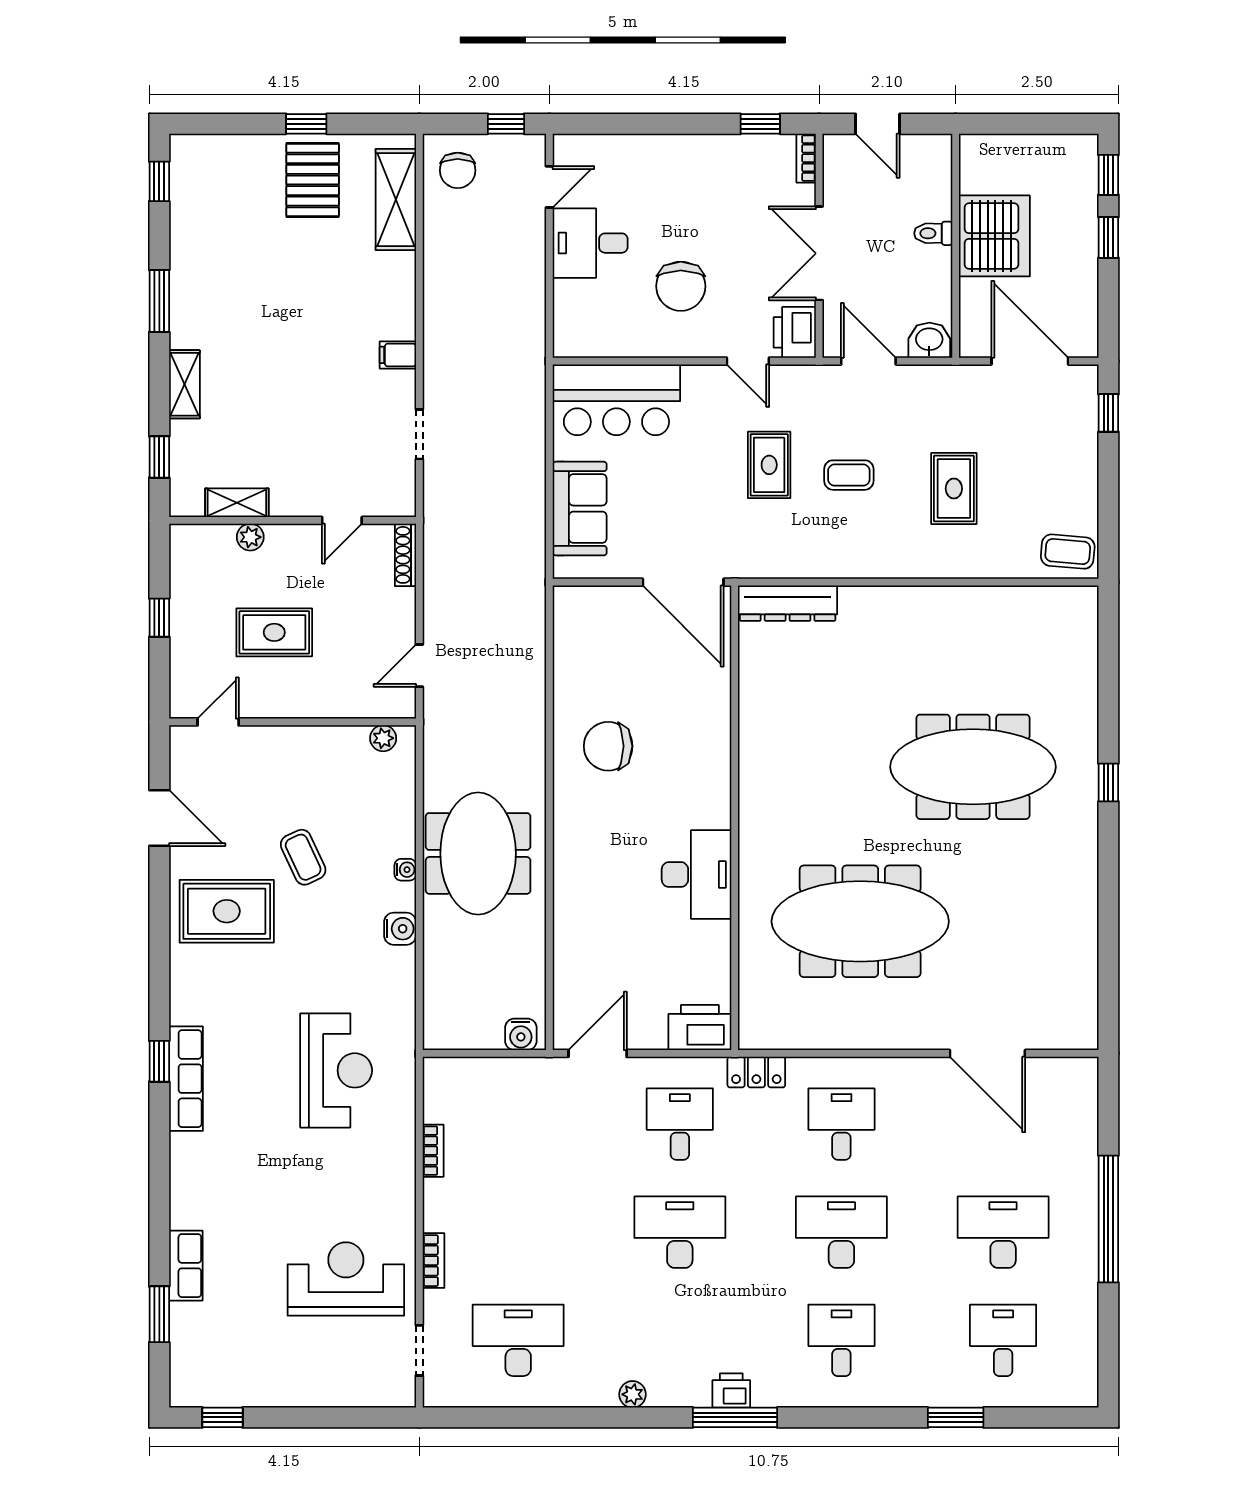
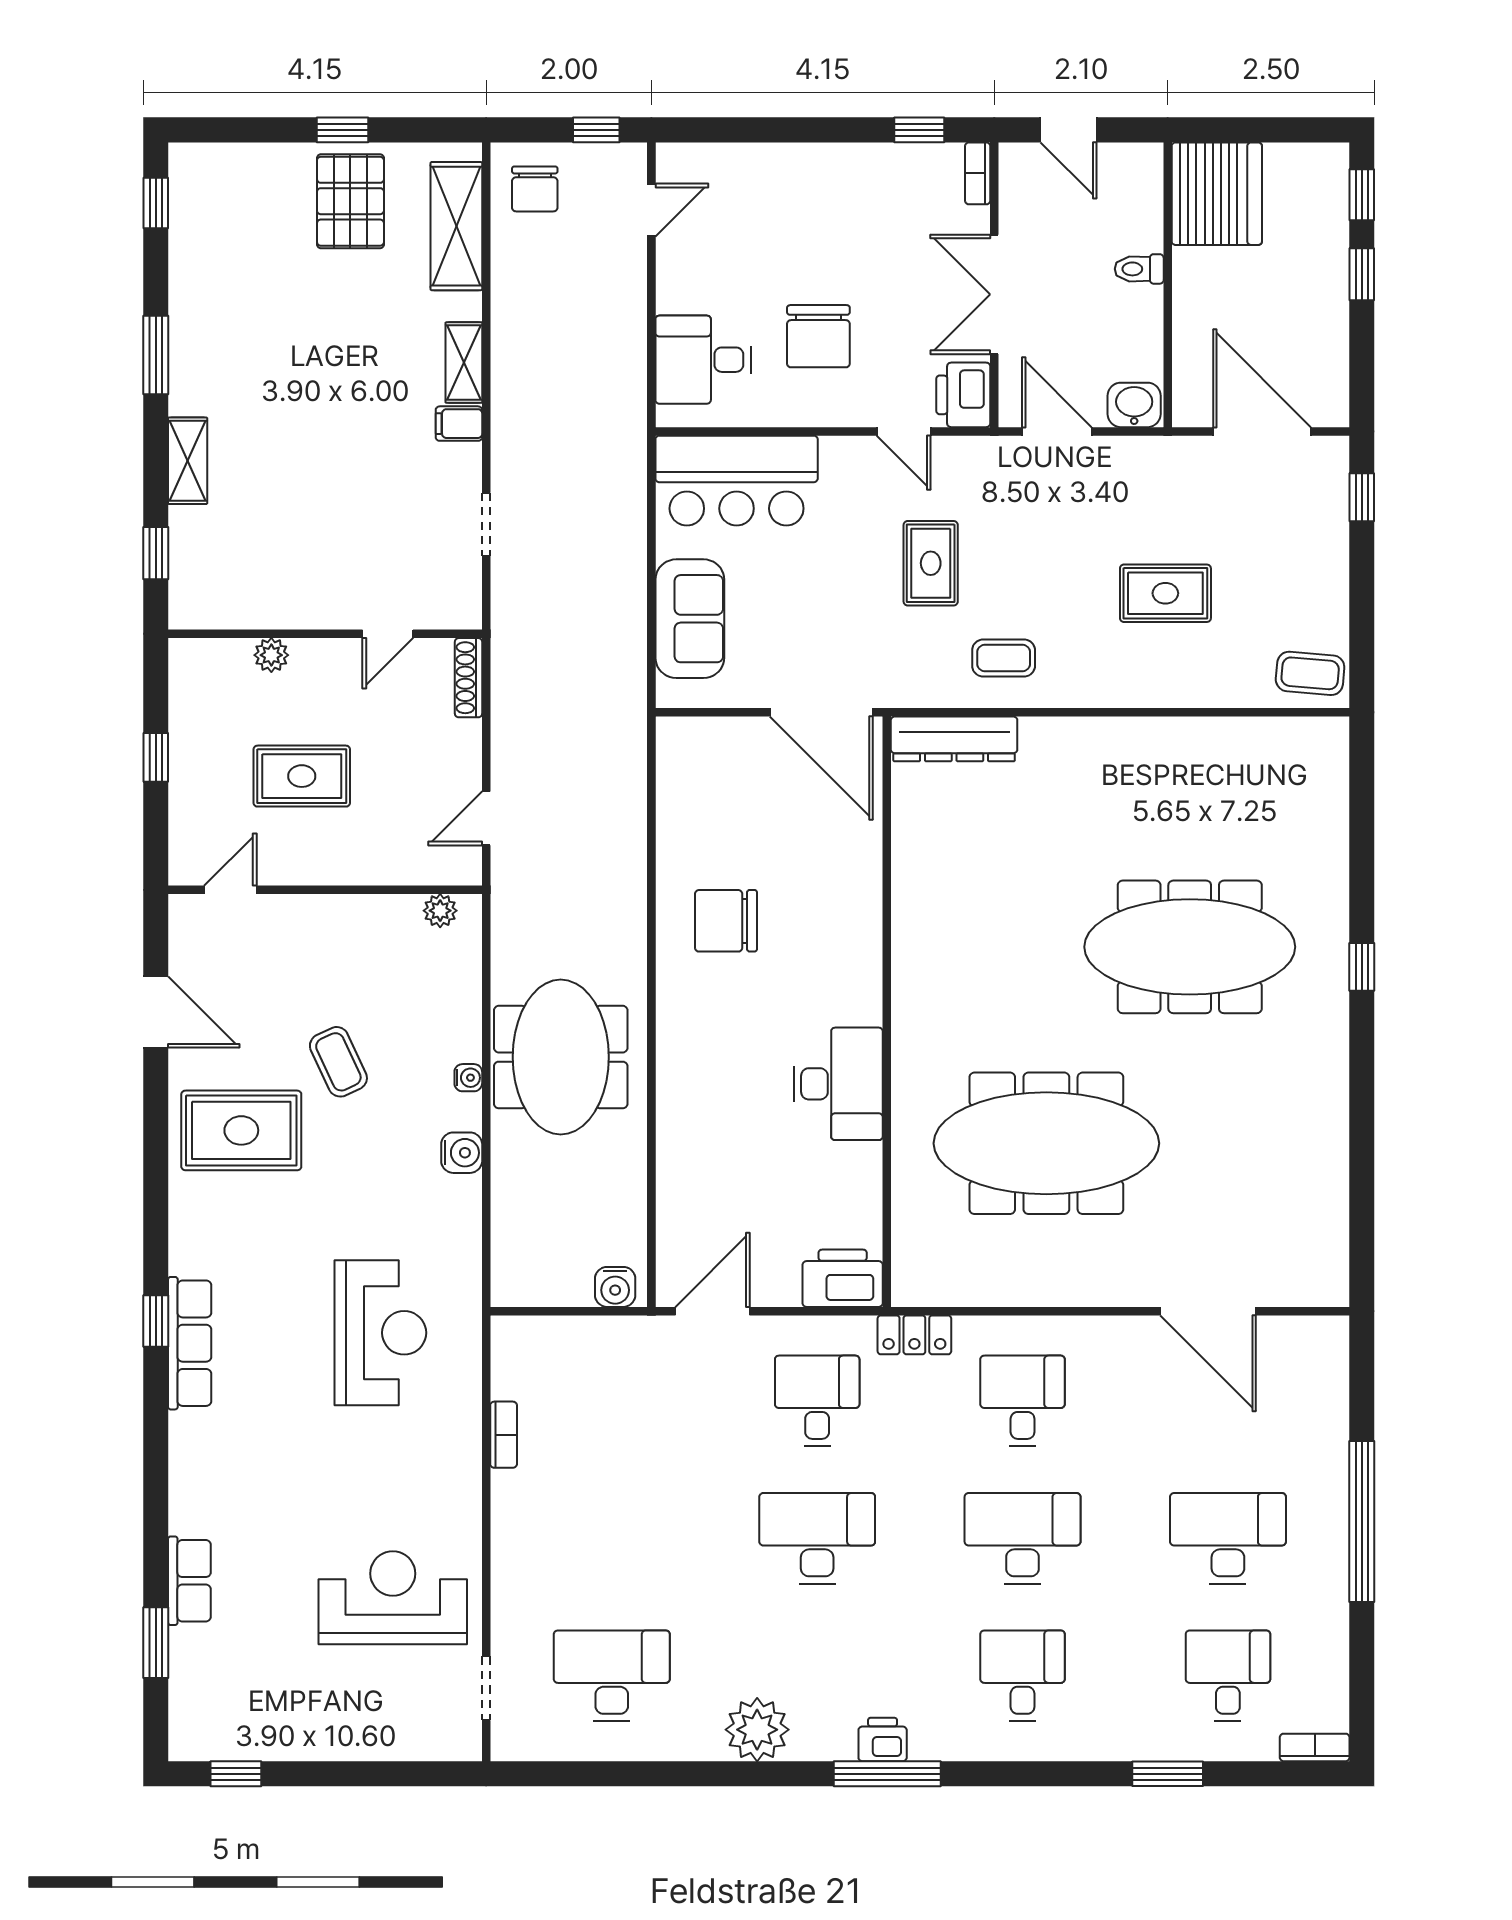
server rack: (994, 236) -> (1217, 194), moved
desk: (590, 243) -> (703, 360), moved
coffee table: (849, 475) -> (1004, 658), moved
rug: (954, 488) -> (1165, 593), turned 90
shelving: (237, 503) -> (464, 363), moved, turned 90
bookcase: (434, 1261) -> (1315, 1747), moved, turned -90
plant: (633, 1394) -> (757, 1730), width x1.88, depth x1.88

